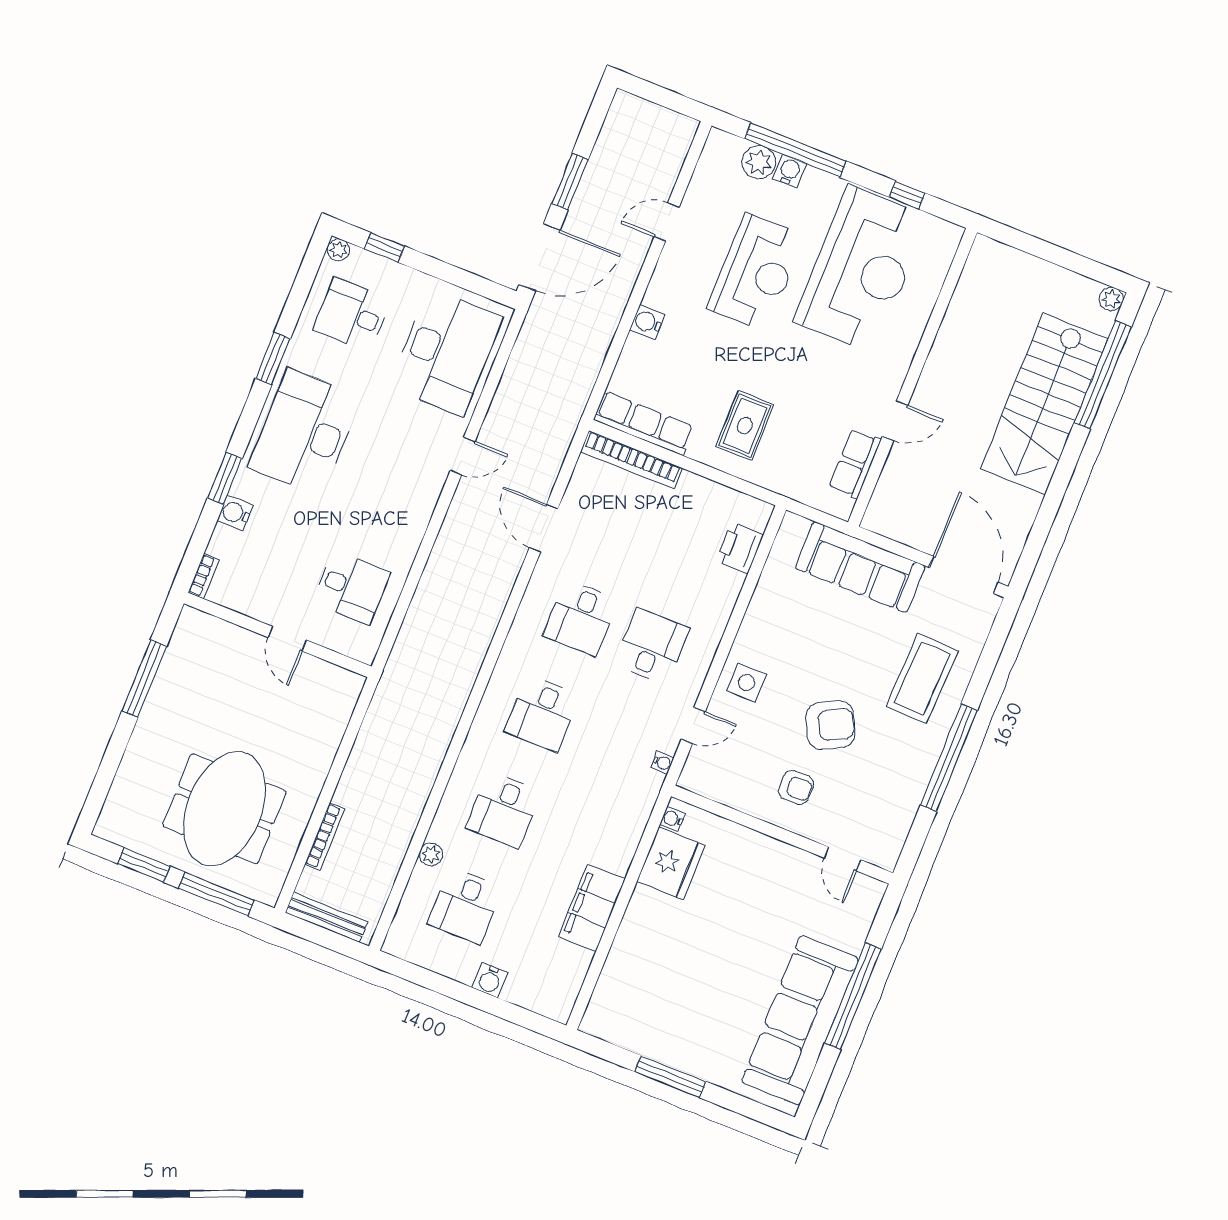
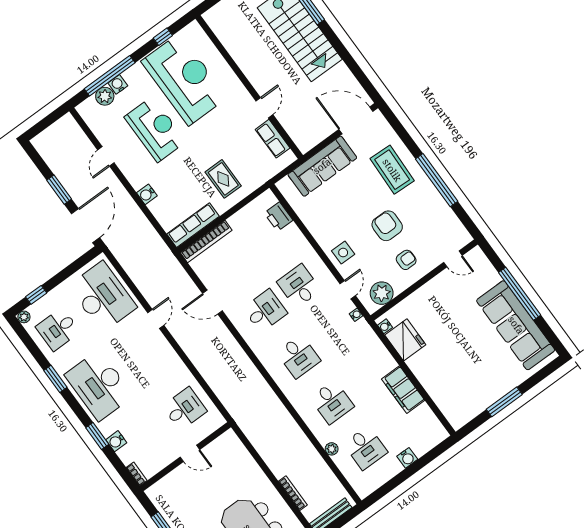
desk: (581, 618) -> (265, 311), turned -90
armchair: (830, 725) -> (387, 226), turned -63
plant: (721, 781) -> (382, 293), added

